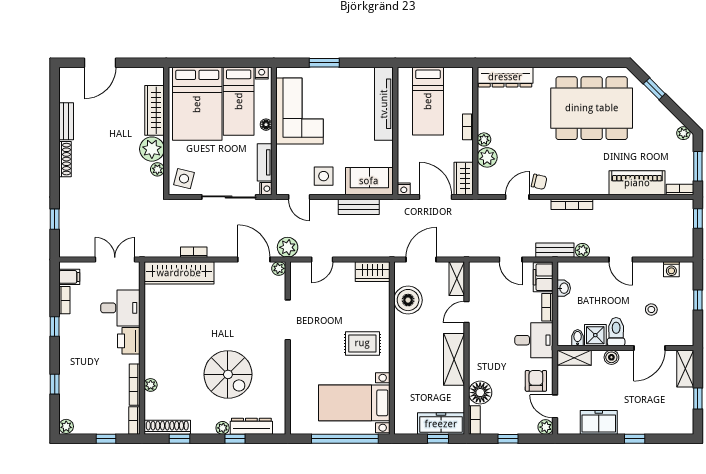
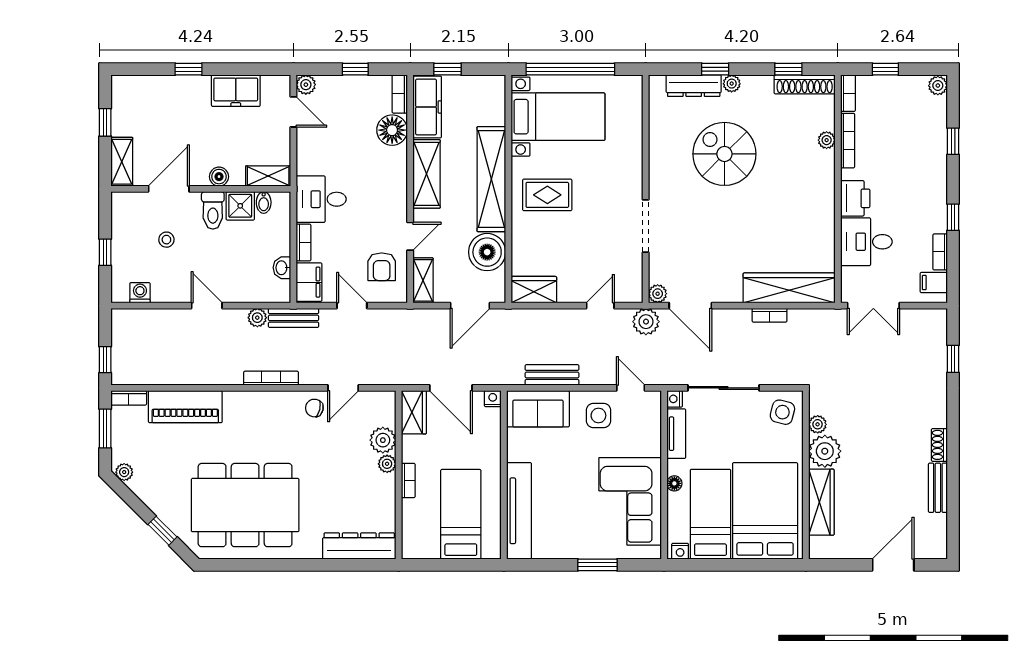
shoe rack: (65, 159) -> (939, 445), width x0.70
shelving: (405, 355) -> (491, 179), added
armchair: (536, 381) -> (382, 267), moved
freezer: (441, 424) -> (427, 107), moved, turned -90

